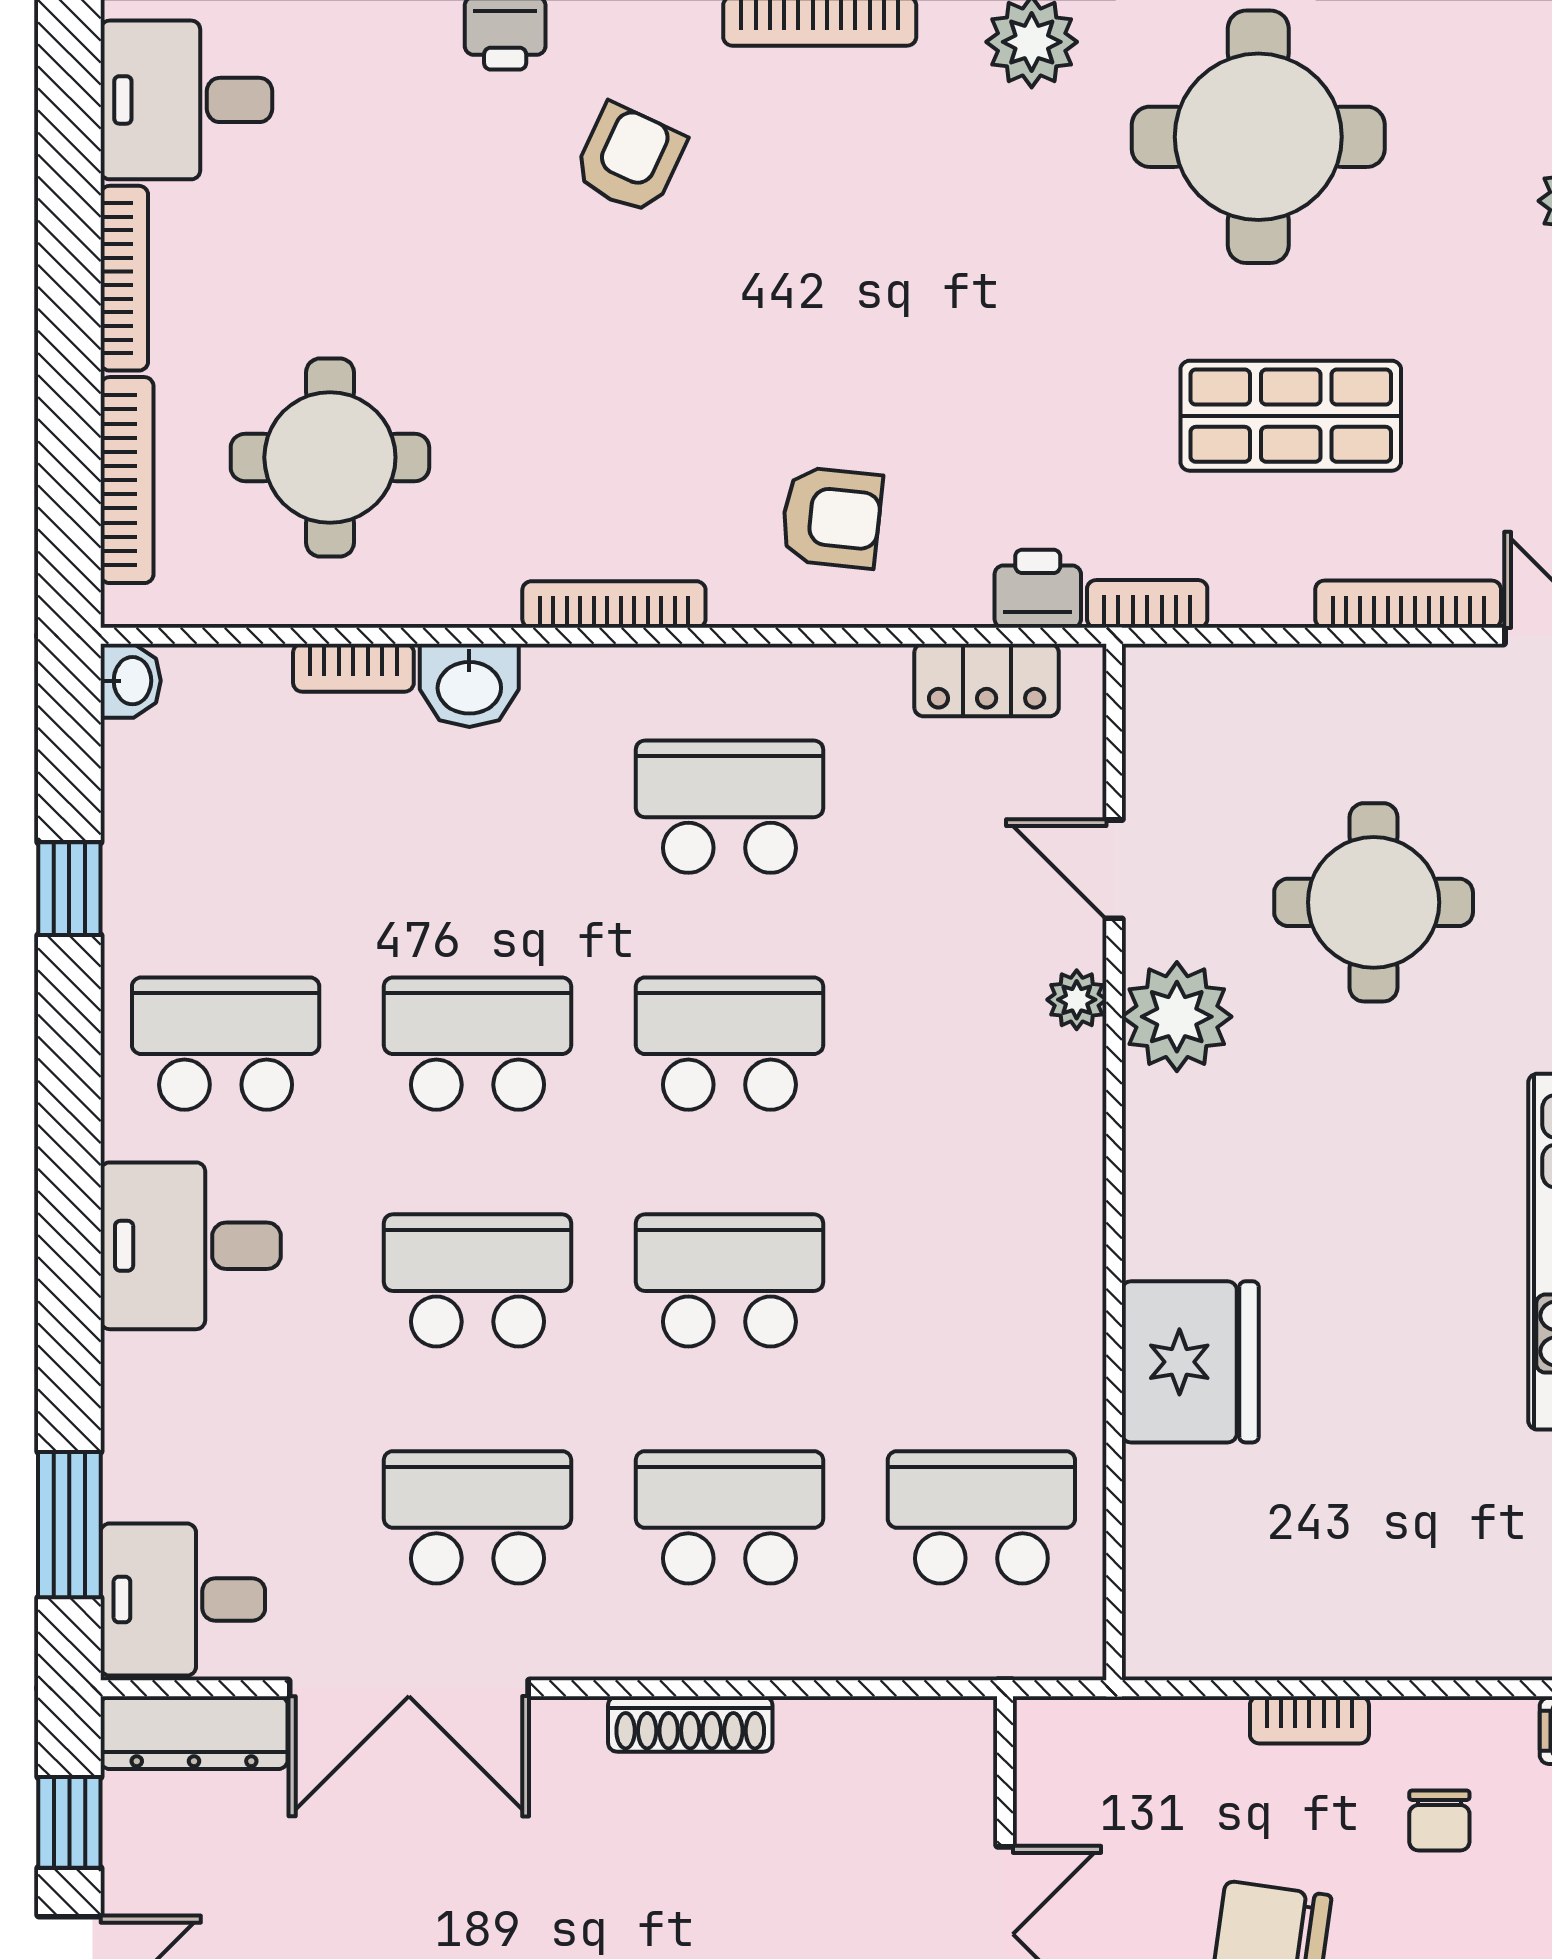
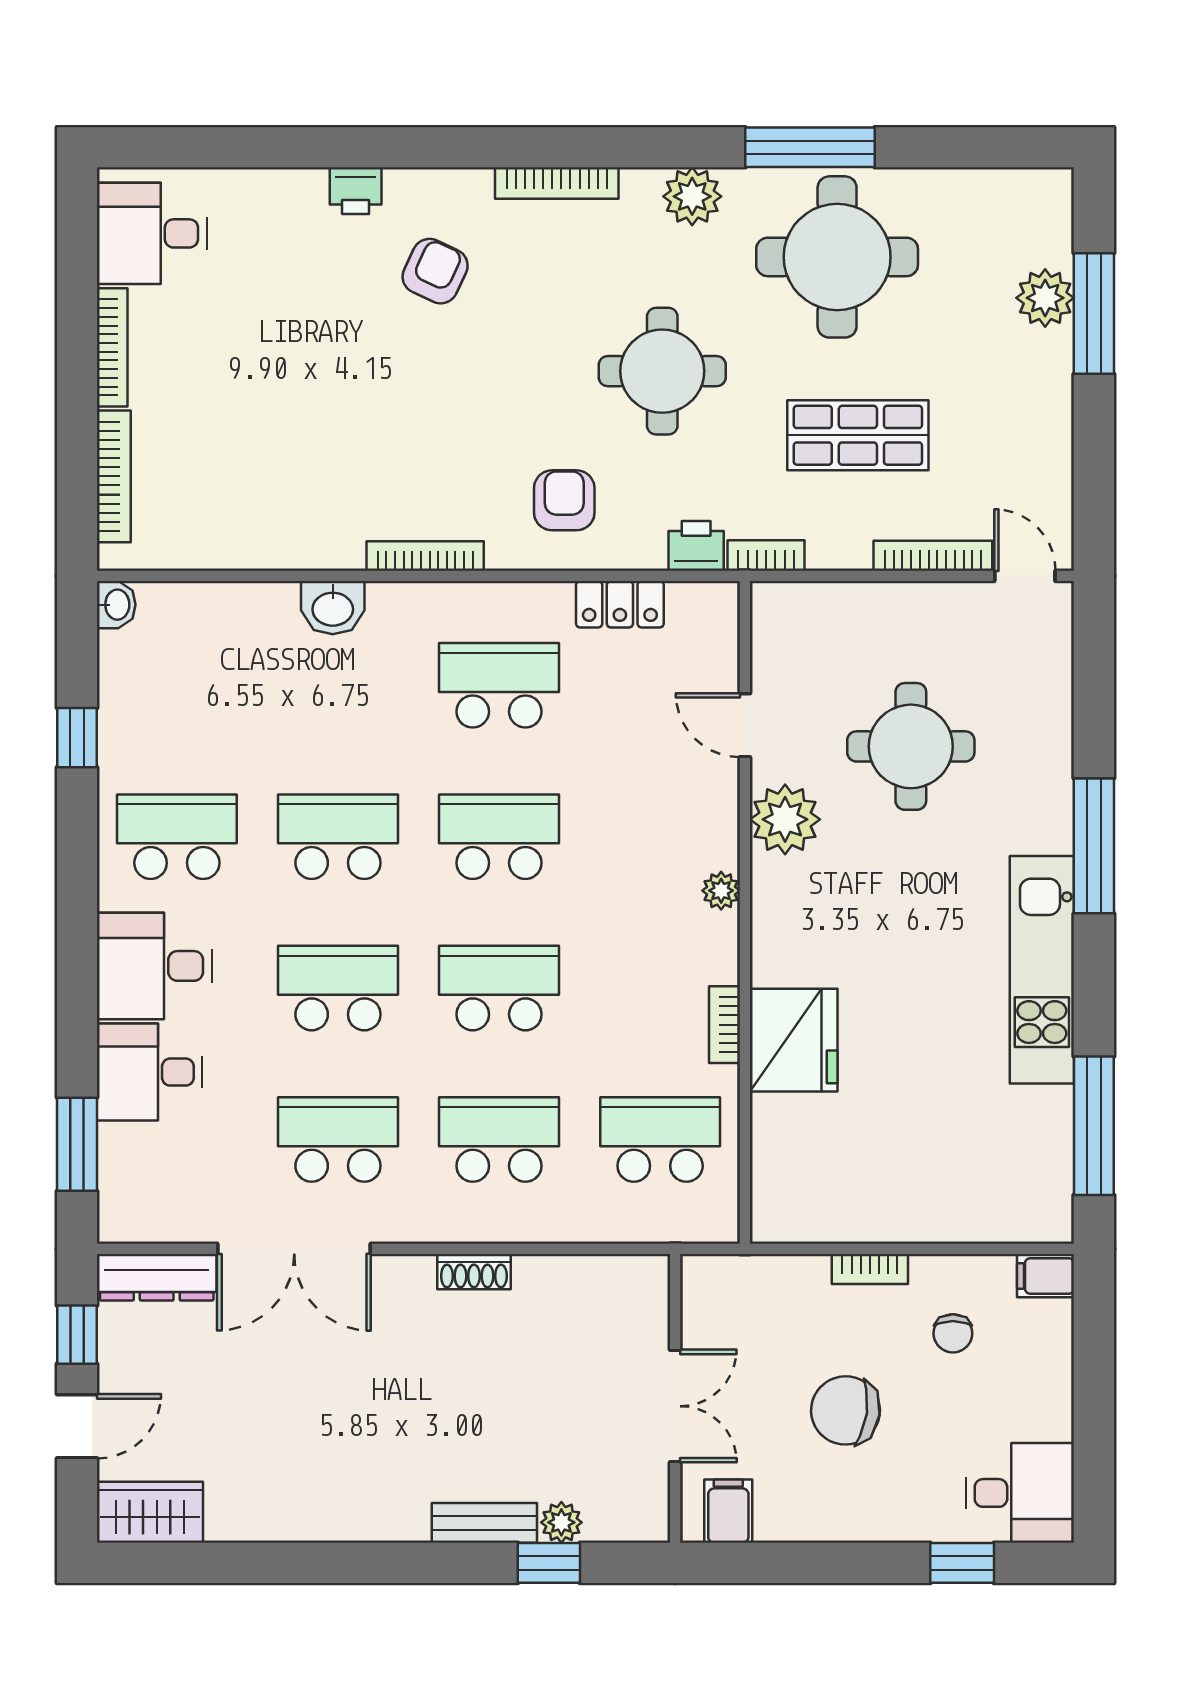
round table: (330, 457) -> (662, 371), moved
armchair: (831, 517) -> (564, 500), turned -96
bookcase: (353, 668) -> (725, 1025), moved, turned 90
locker: (987, 680) -> (620, 604), moved
plant: (1077, 1000) -> (721, 891), moved
desk: (183, 1600) -> (150, 1072), moved
shoe rack: (690, 1724) -> (474, 1272), width x0.70

